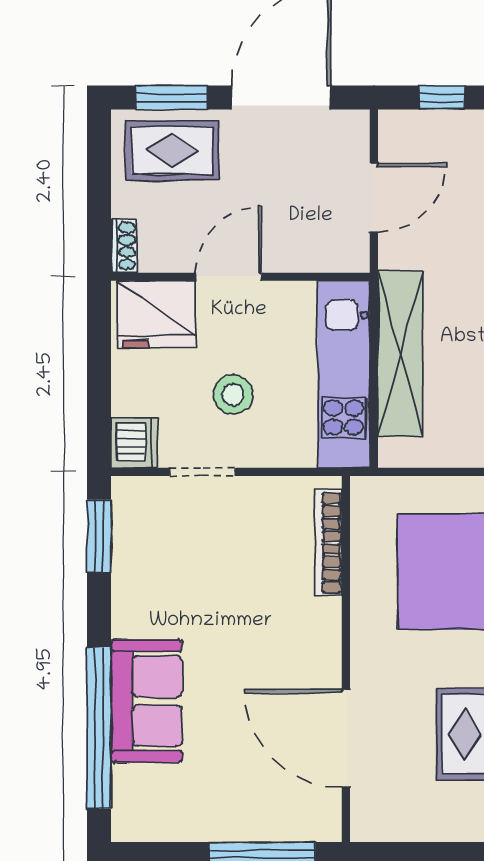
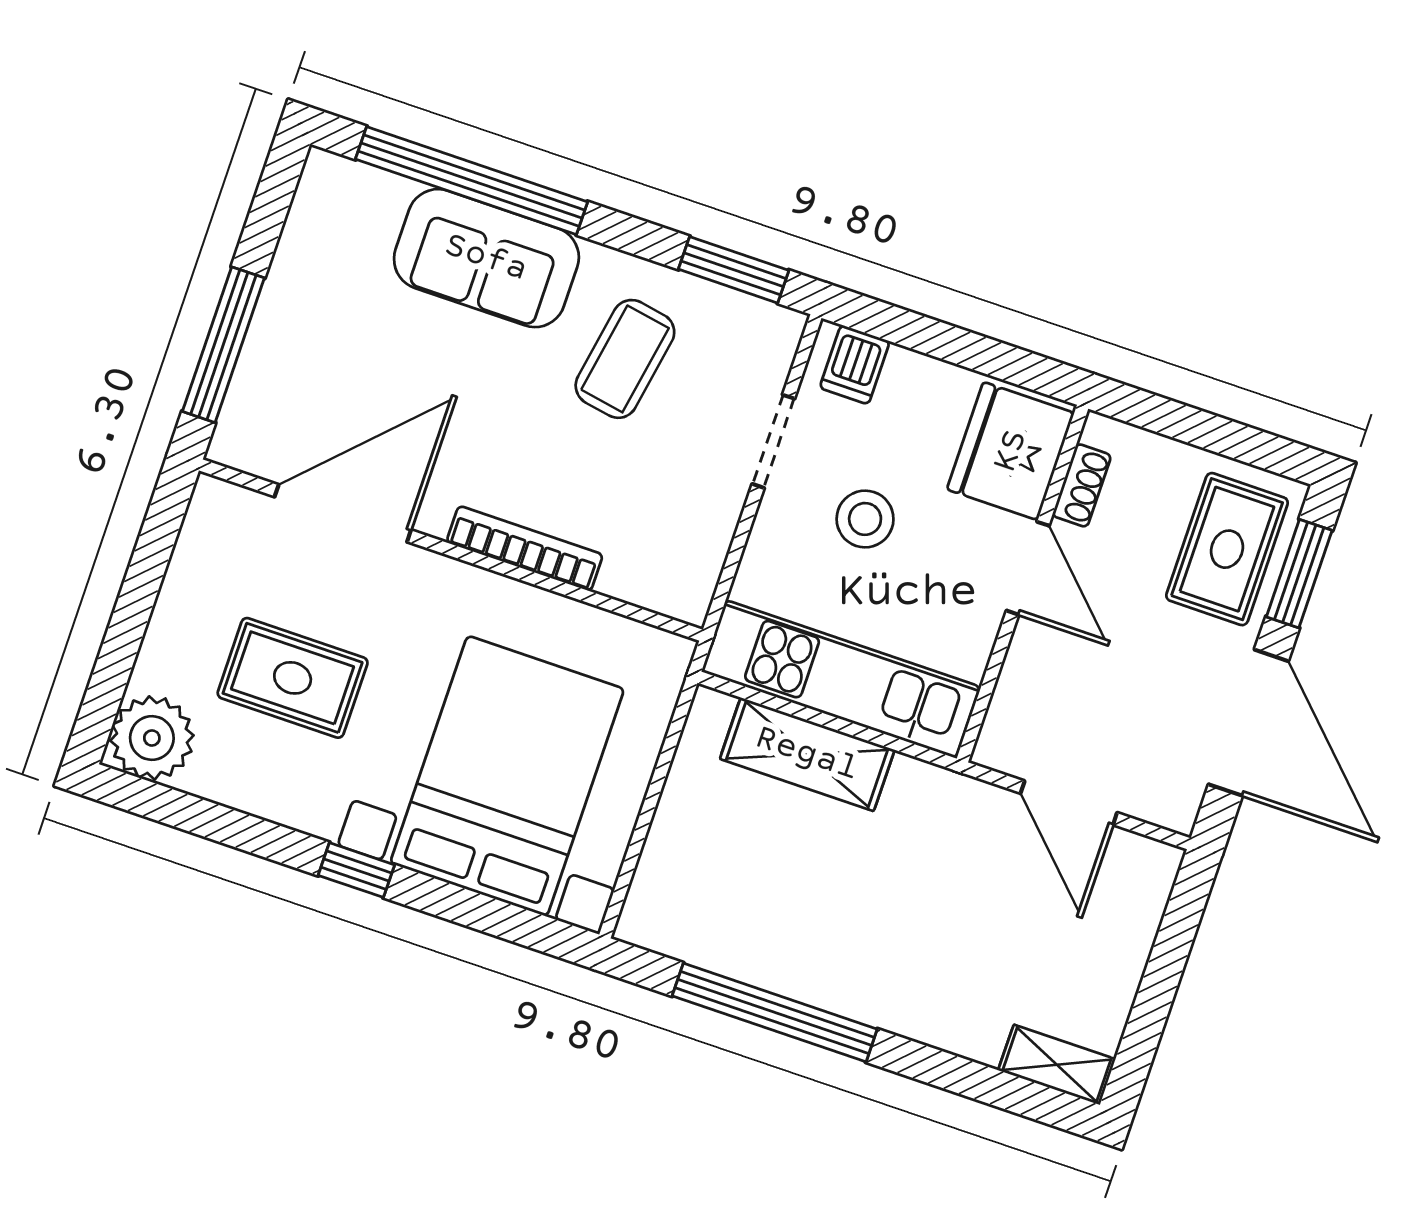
window: (442, 98) -> (1174, 943), removed
shoe rack: (124, 246) -> (1082, 485), moved, turned -90
shelving: (400, 354) -> (807, 754), width x0.68
dishwasher: (134, 443) -> (855, 365), width x0.73
bookcase: (328, 543) -> (525, 548), moved
coffee table: (182, 588) -> (625, 359), added

